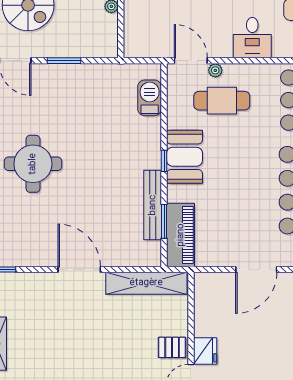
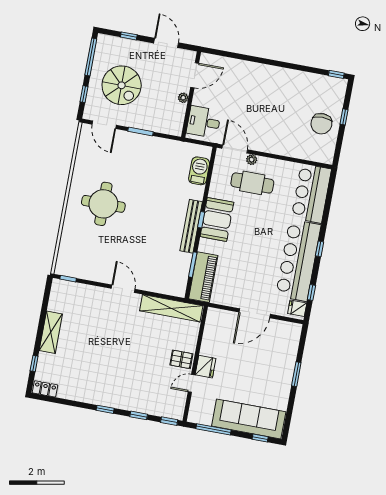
desk: (252, 38) -> (204, 122), moved, turned 90
bench: (153, 205) -> (191, 226), moved
door: (79, 270) -> (123, 289), width x0.73

